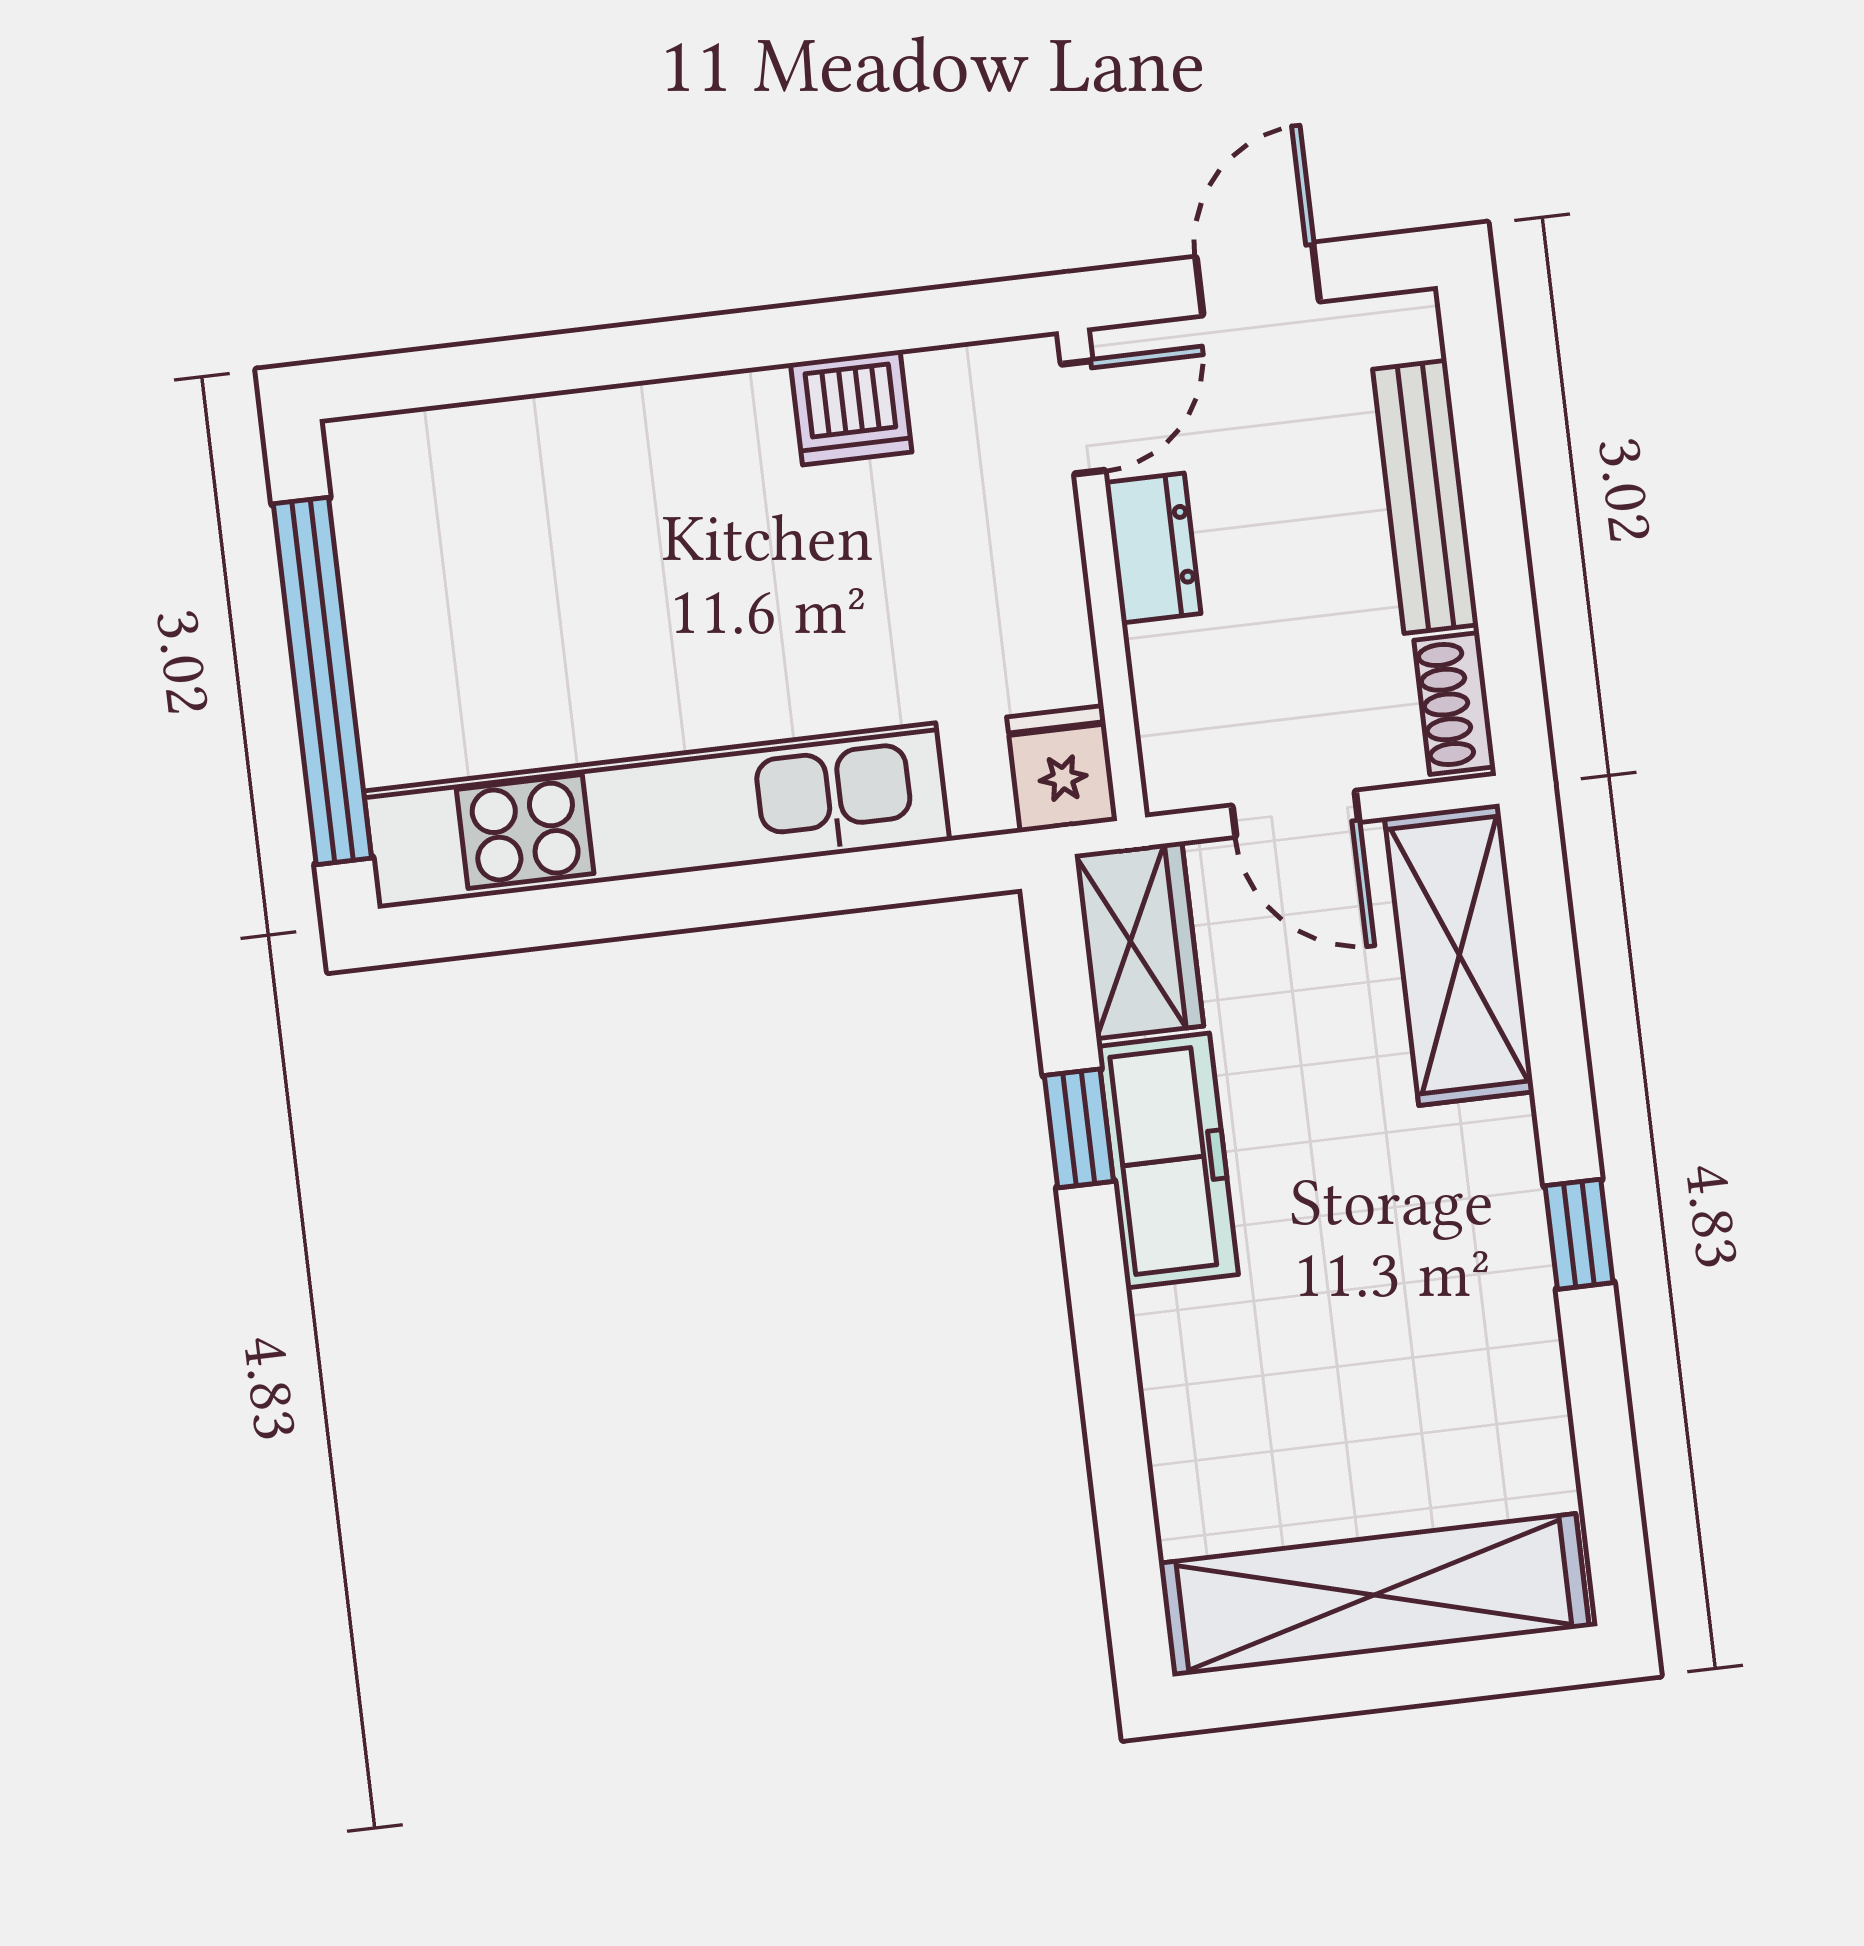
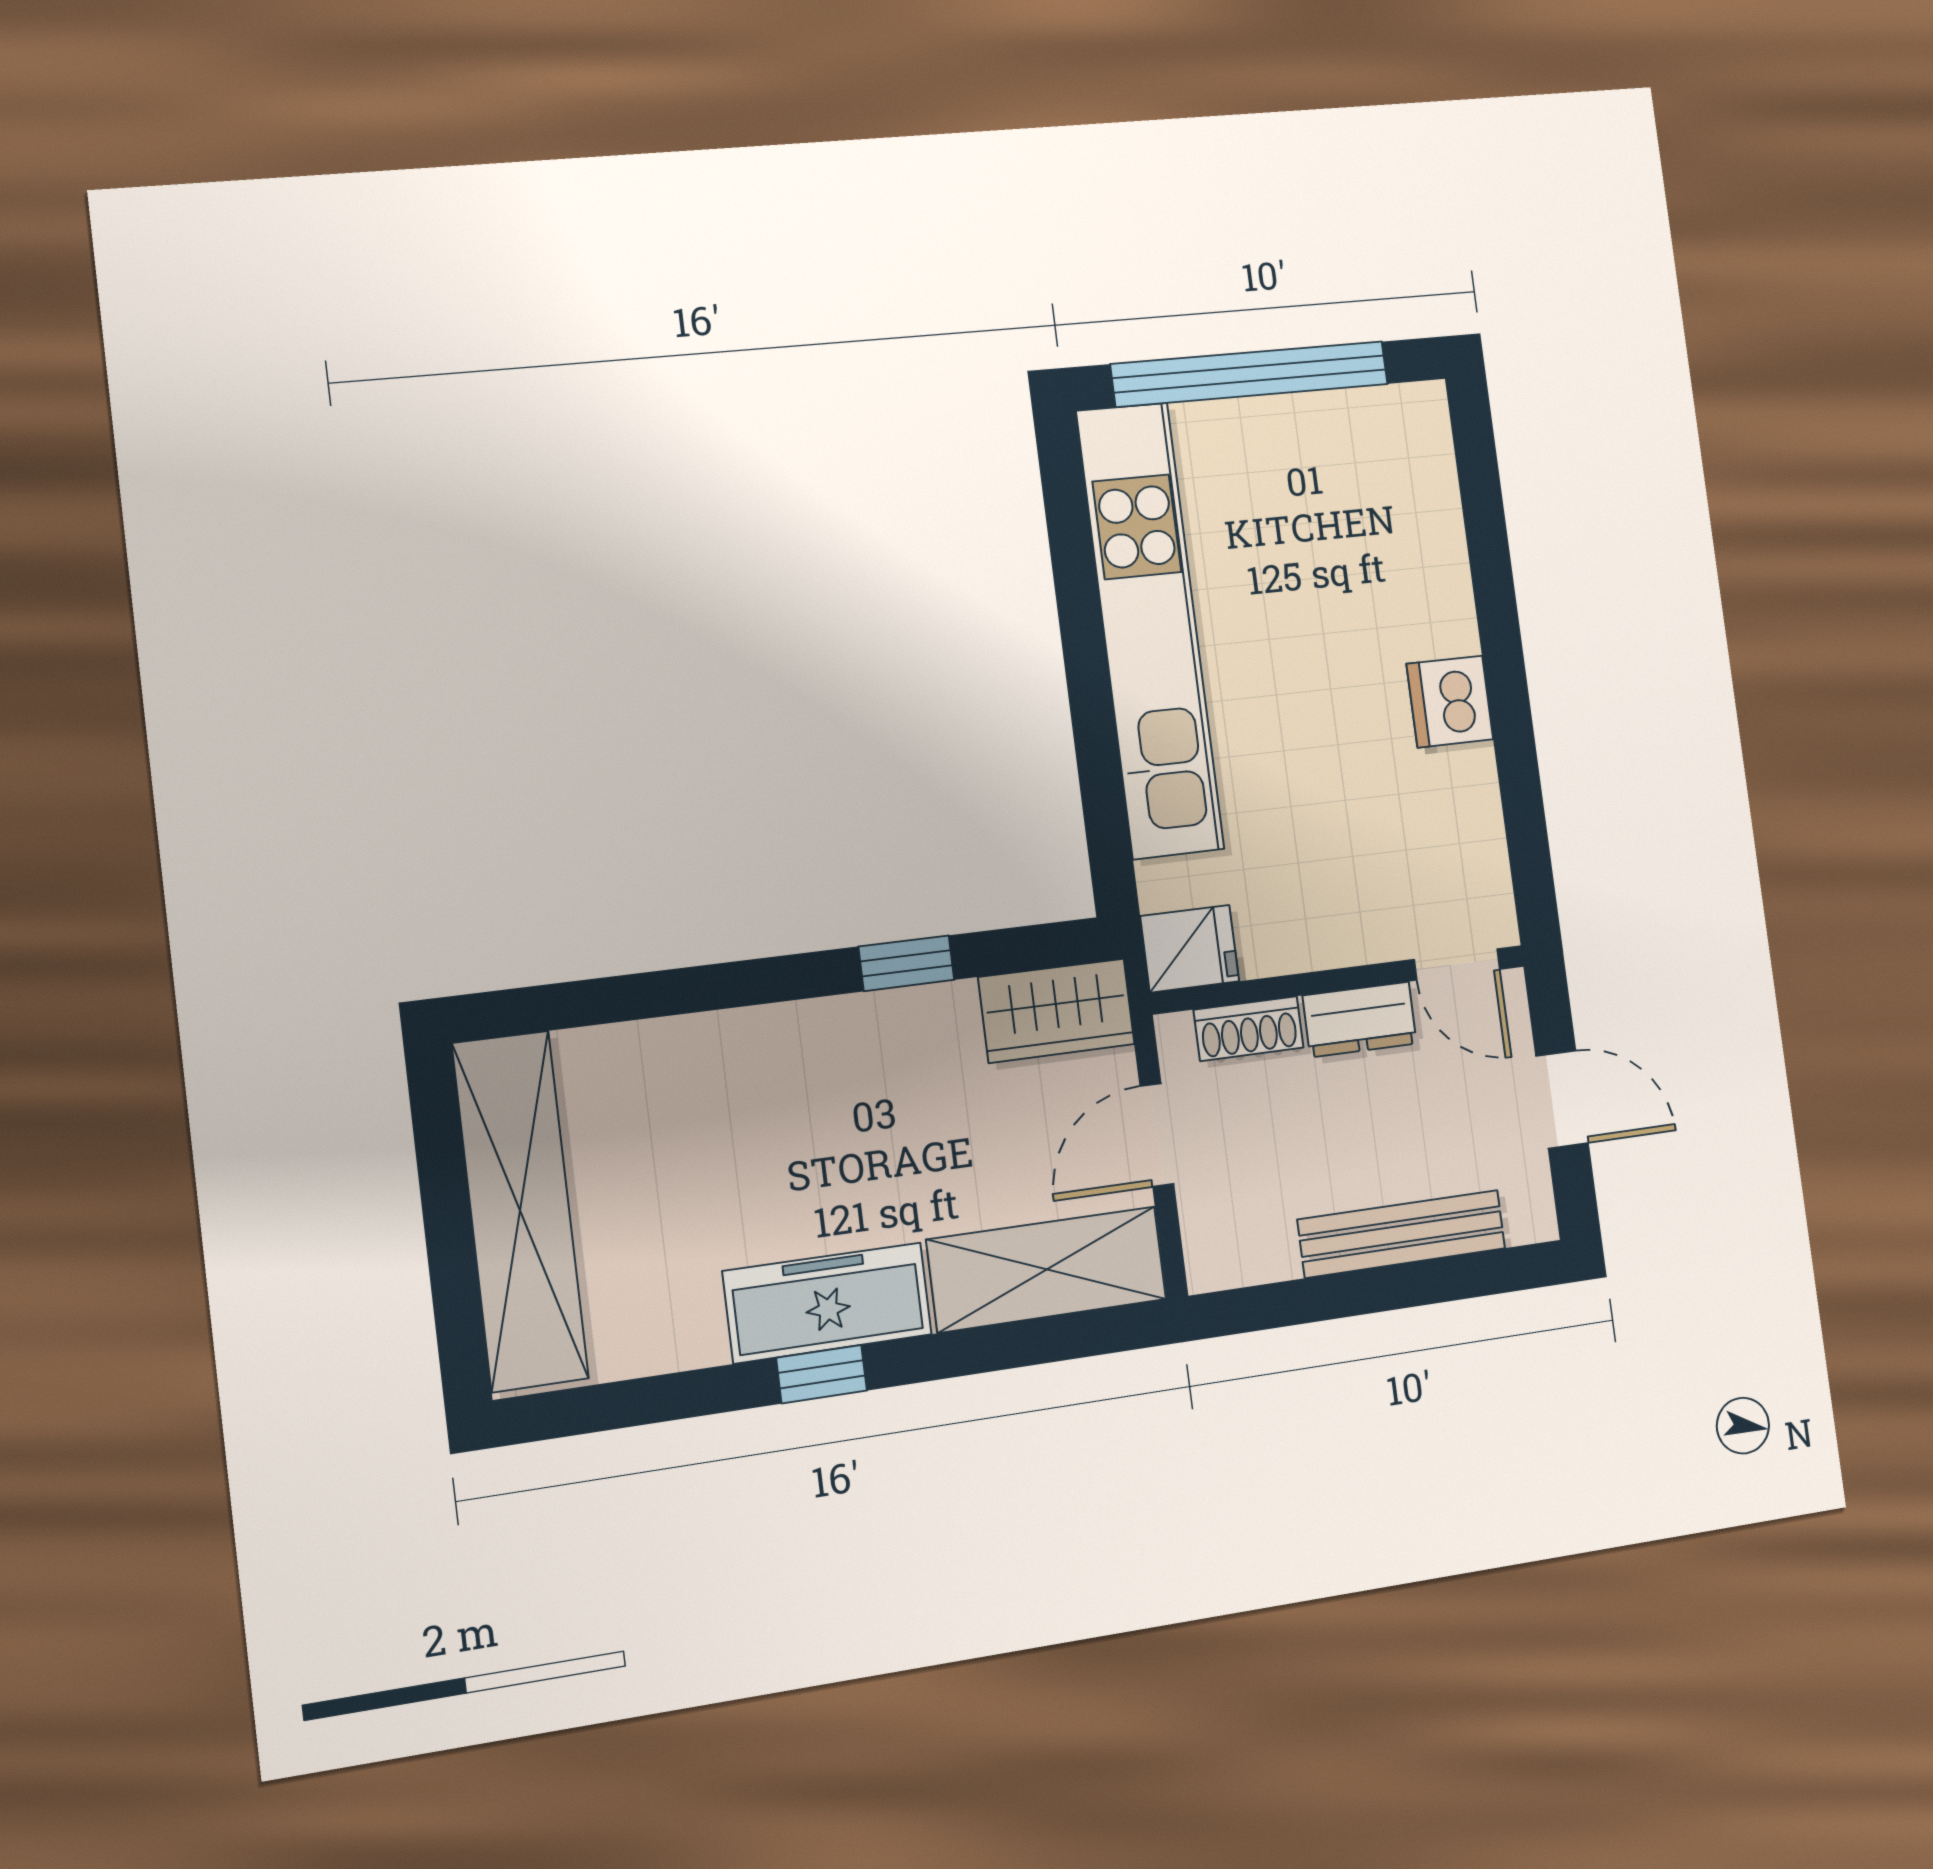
dishwasher: (851, 408) -> (1450, 702), moved
shoe rack: (1455, 703) -> (1249, 1029), moved, turned 180
freezer: (1168, 1161) -> (827, 1303), moved, turned 180

